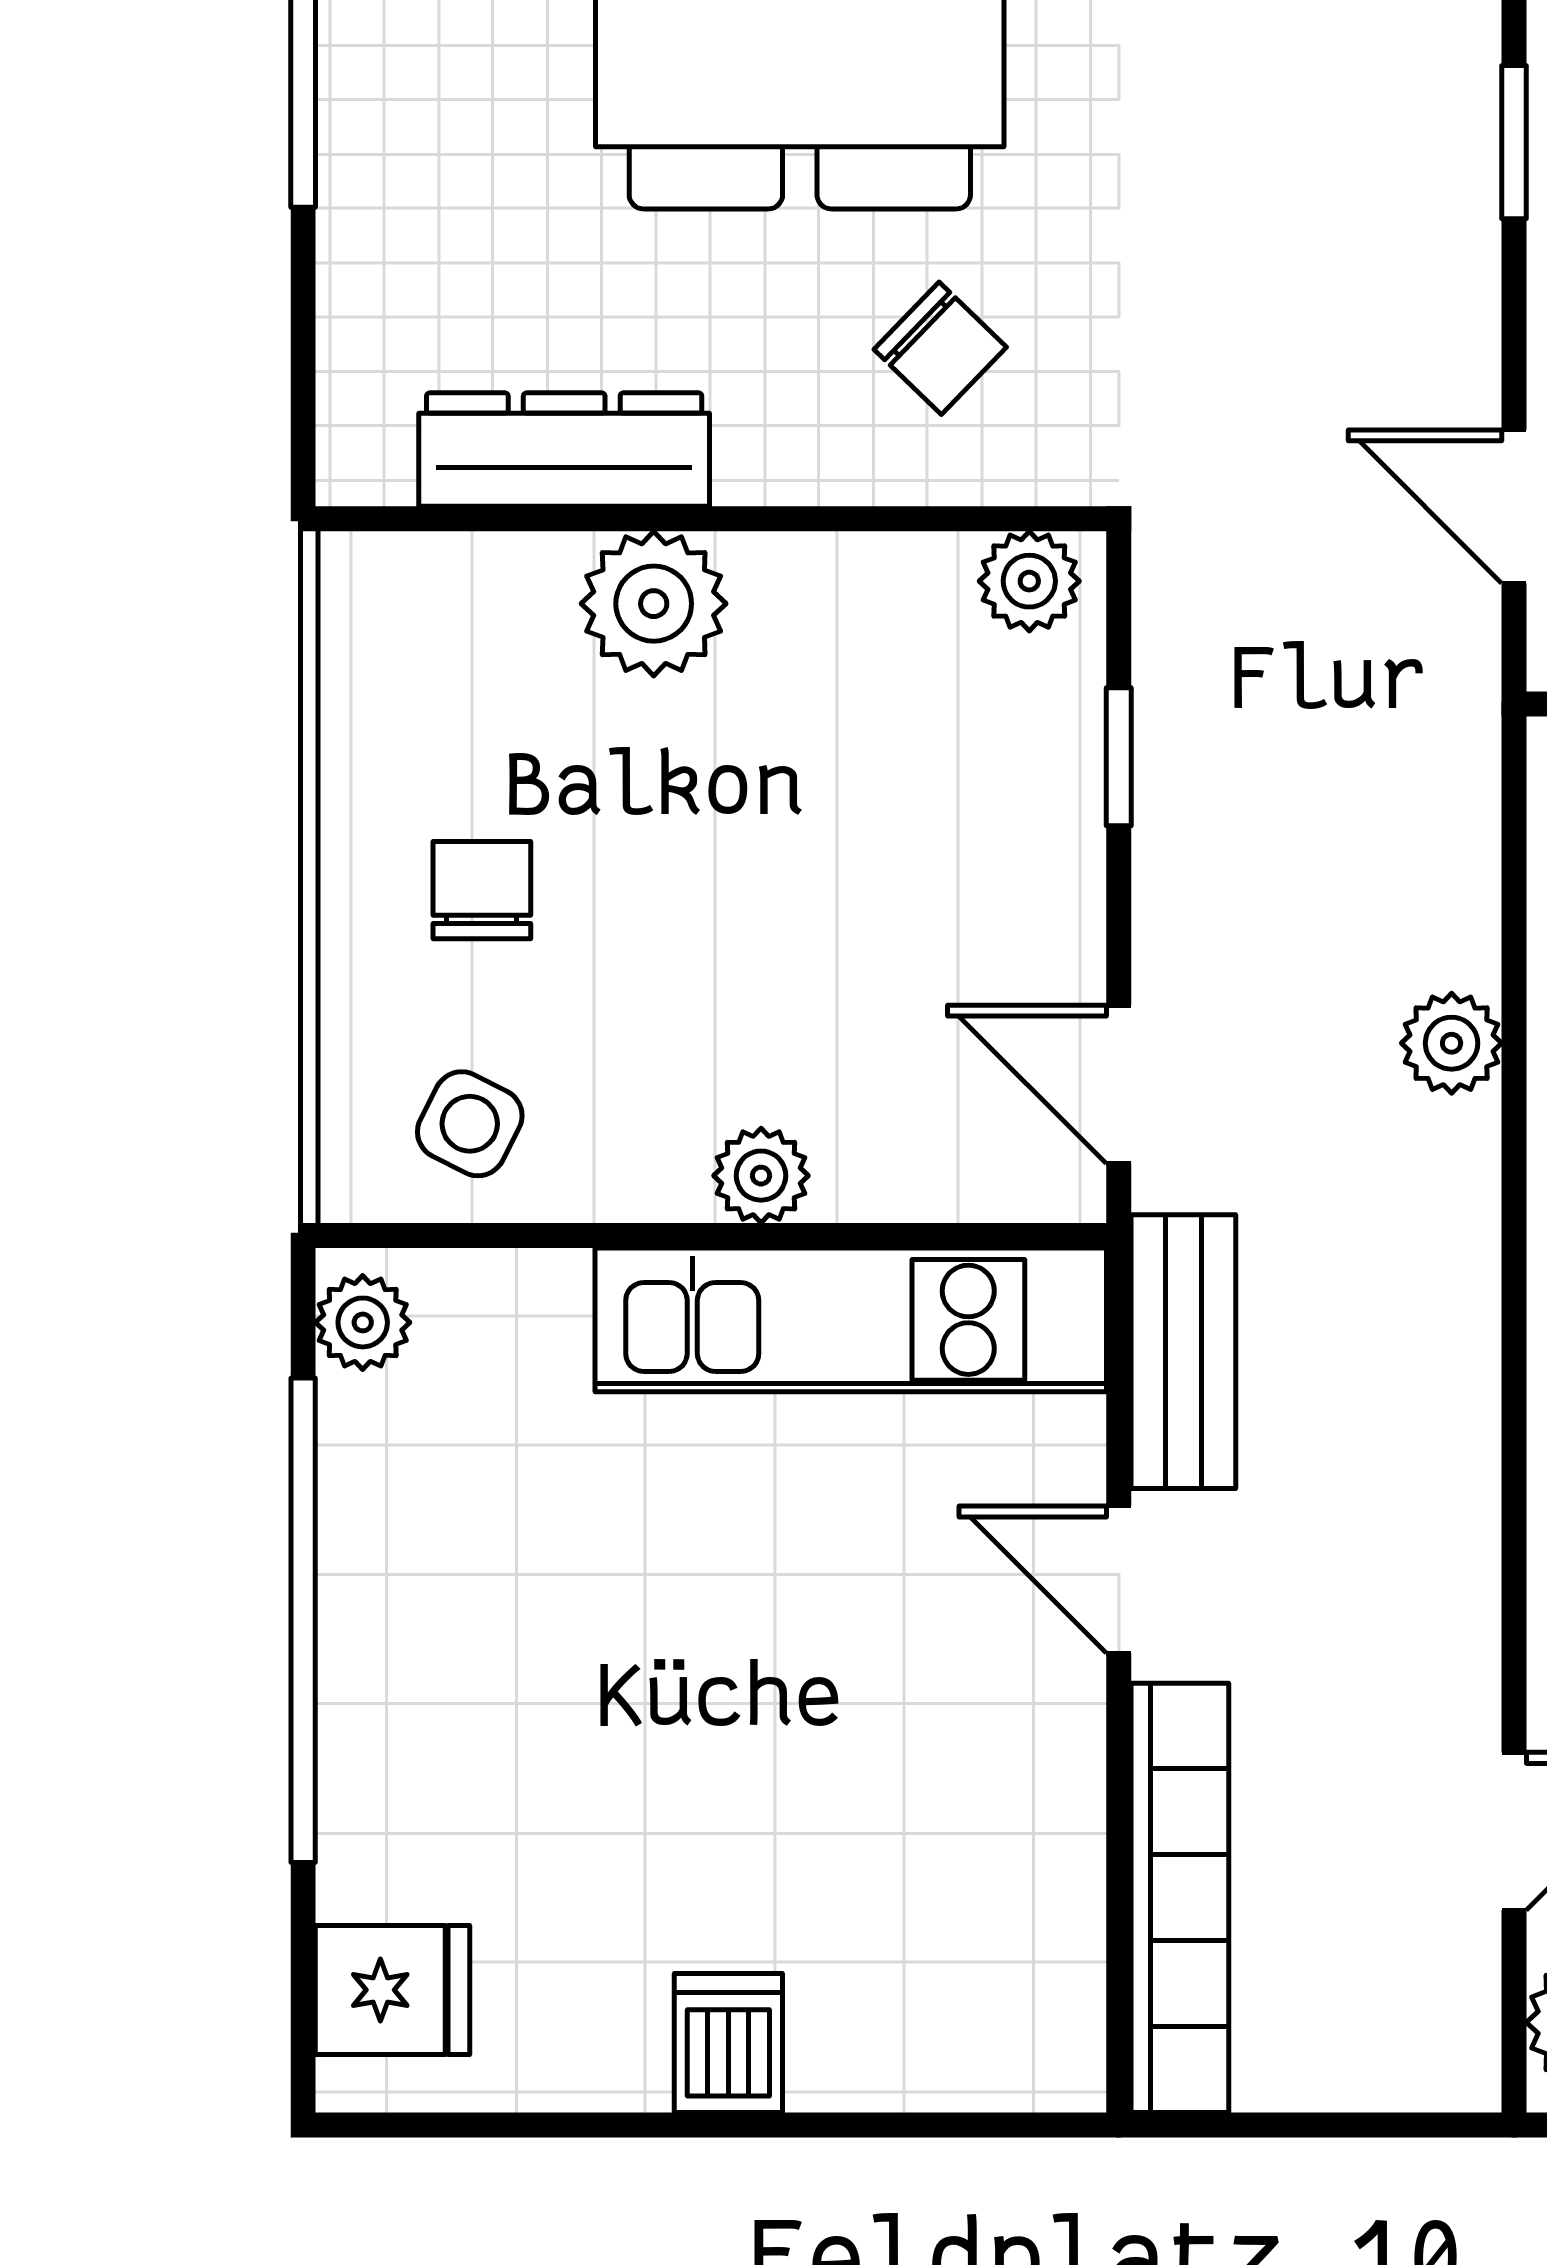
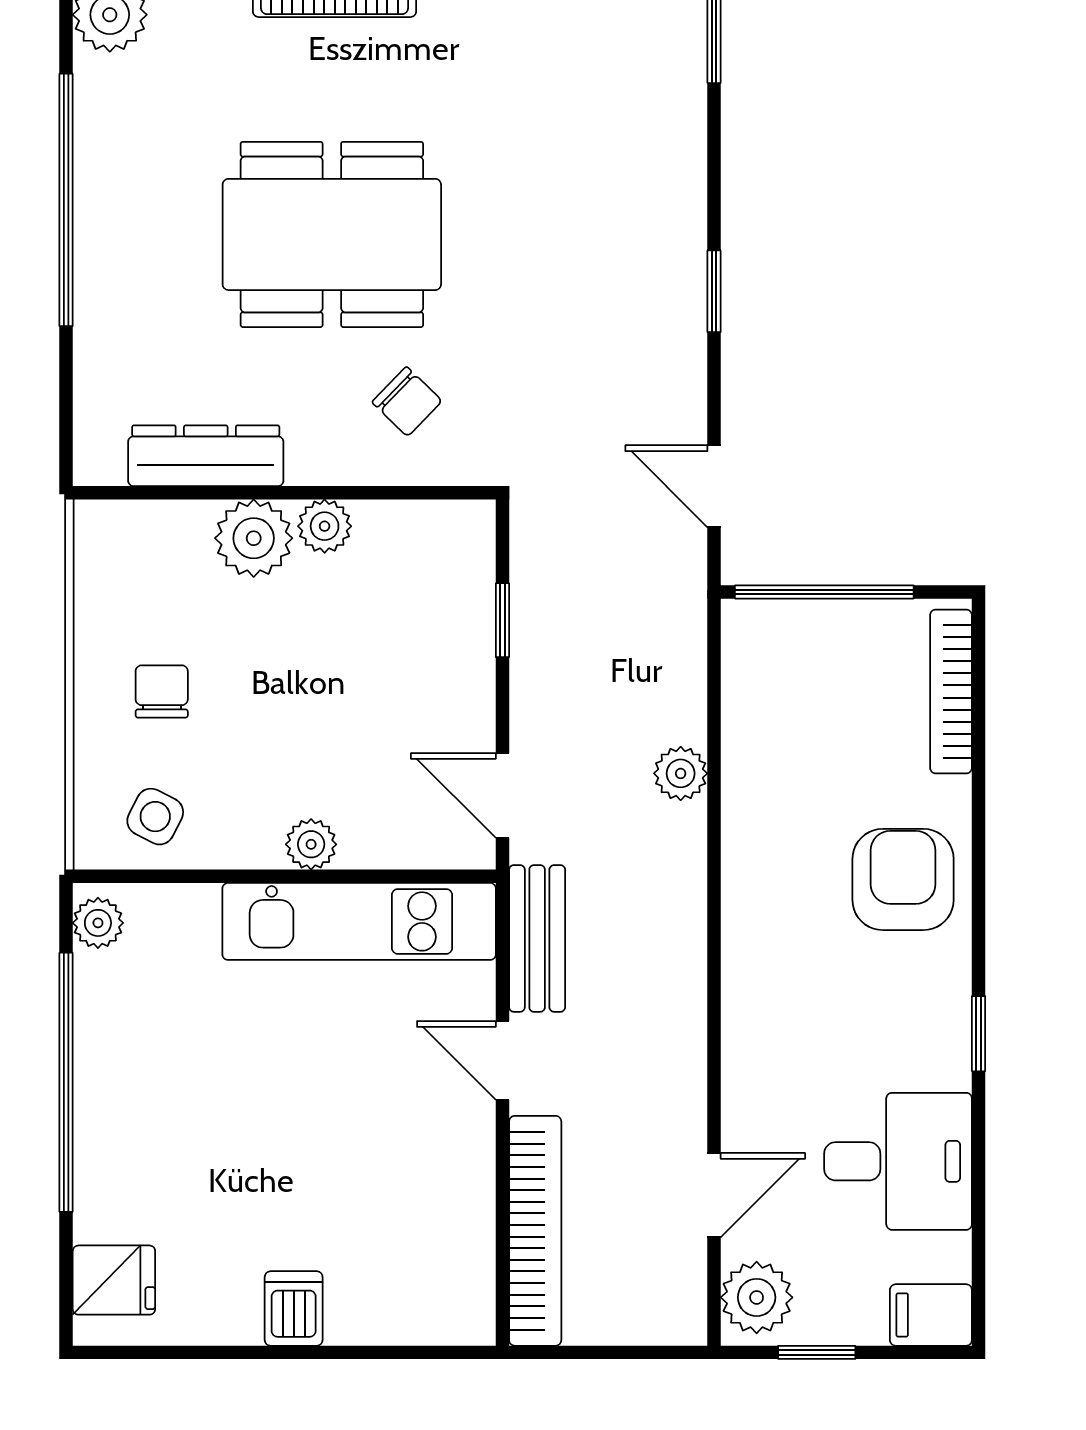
plant: (1029, 581) -> (325, 526), moved

